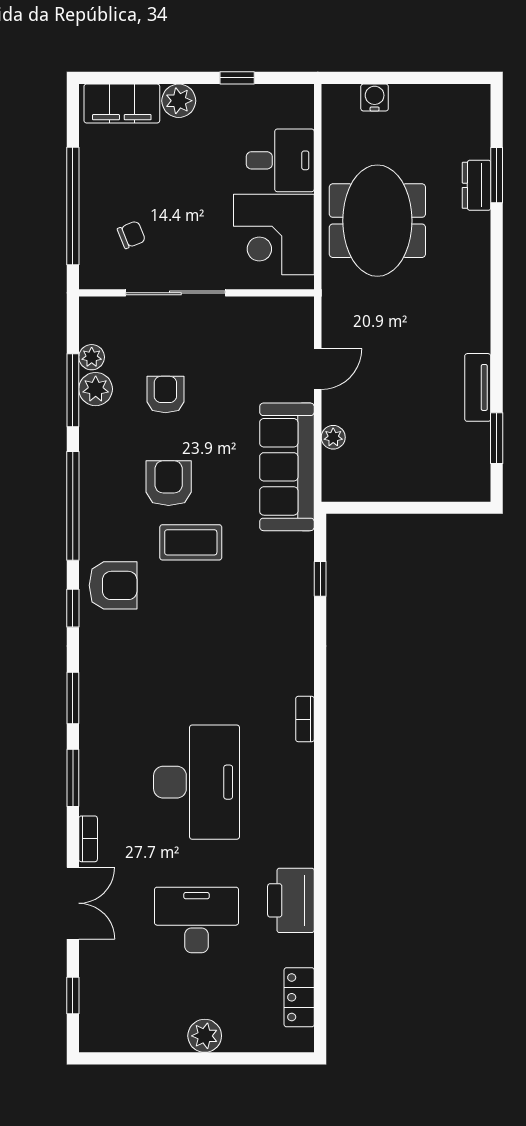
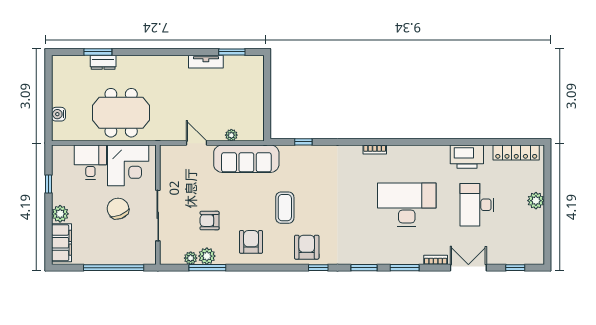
chair: (131, 235) -> (118, 209), moved, width x1.87, depth x1.87
armchair: (169, 483) -> (251, 242), moved, turned 90
window: (73, 506) -> (266, 268), removed
locker: (299, 997) -> (516, 153), width x1.53

